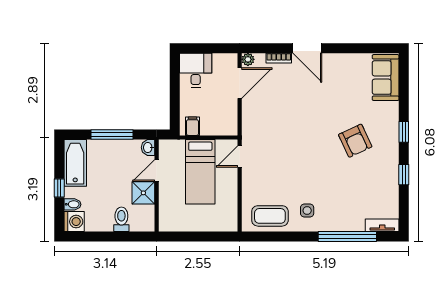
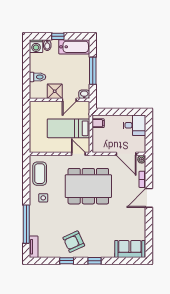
dining table: (289, 141) -> (88, 186), added
armchair: (355, 141) -> (74, 242), moved
door: (157, 171) -> (69, 100), swing flipped

